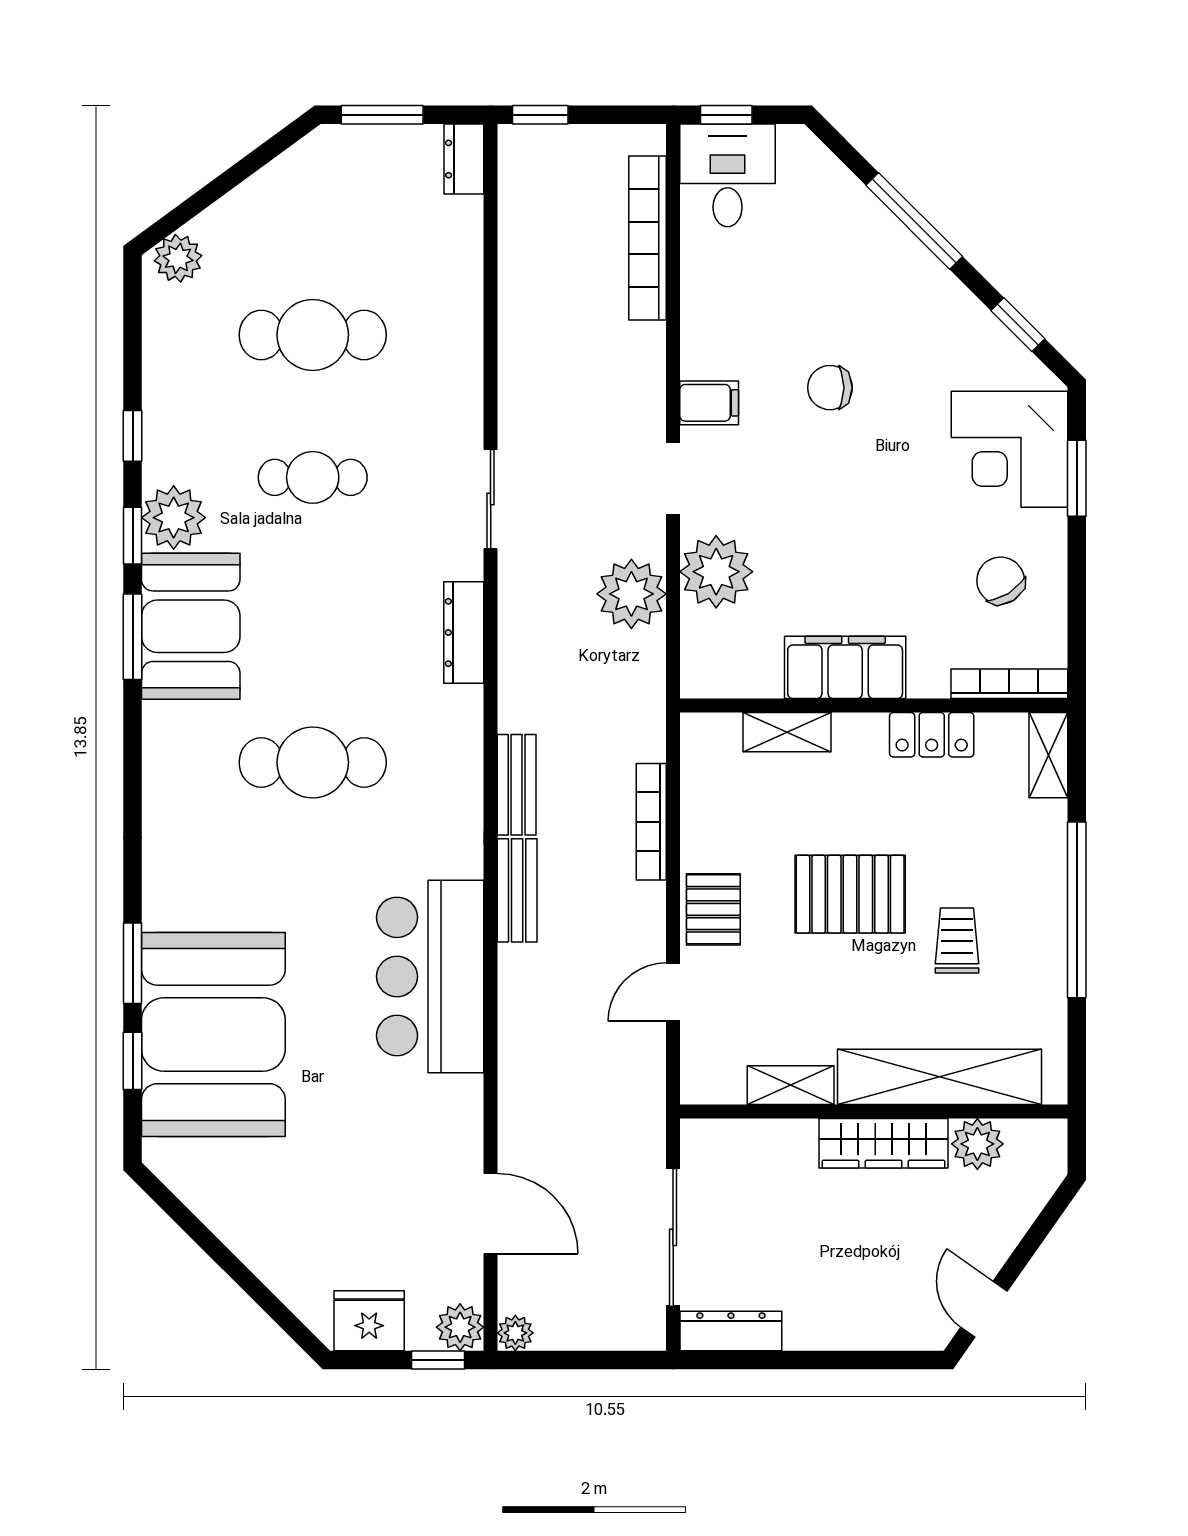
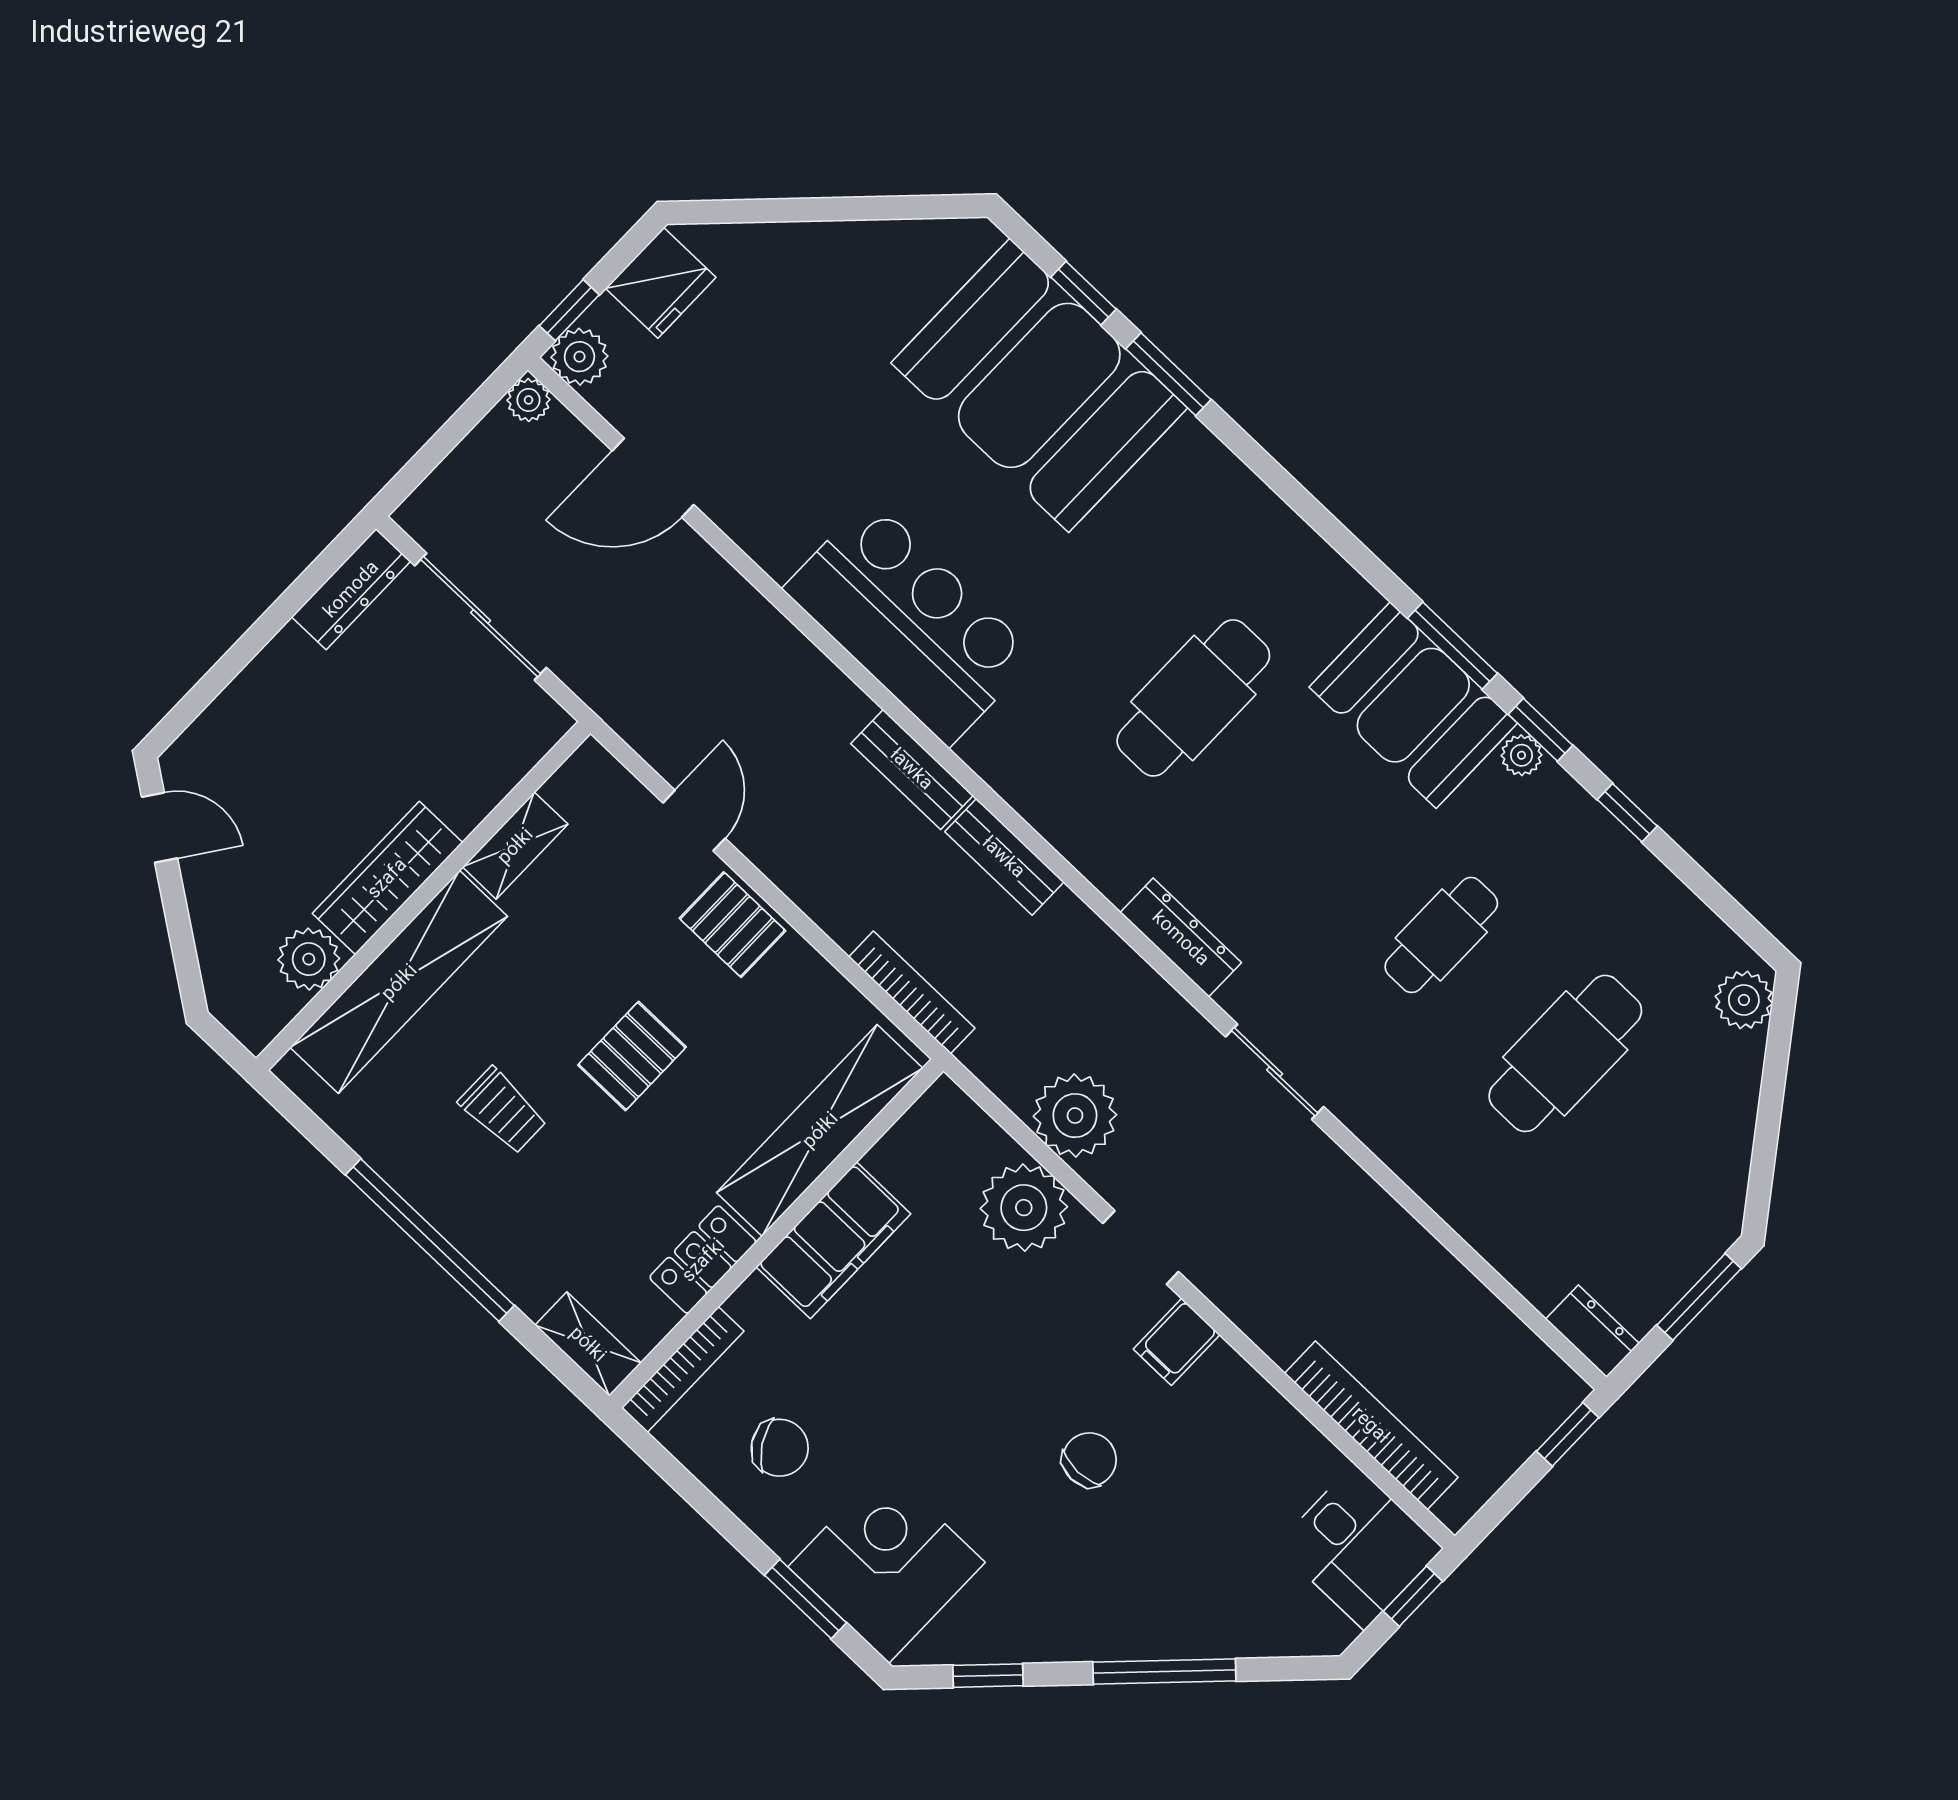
plant: (174, 518) -> (1522, 755), width x0.53, depth x0.53
shelving: (787, 732) -> (820, 1130), width x2.20, depth x1.33
bookcase: (651, 822) -> (912, 993), moved
pallet: (850, 894) -> (632, 1056), width x0.67, depth x0.71

